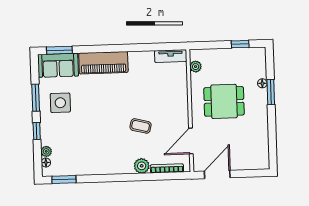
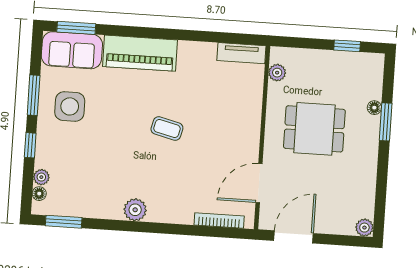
coffee table: (141, 126) -> (167, 129), moved
plant: (264, 163) -> (364, 228), added
plant: (142, 166) -> (135, 210), moved

